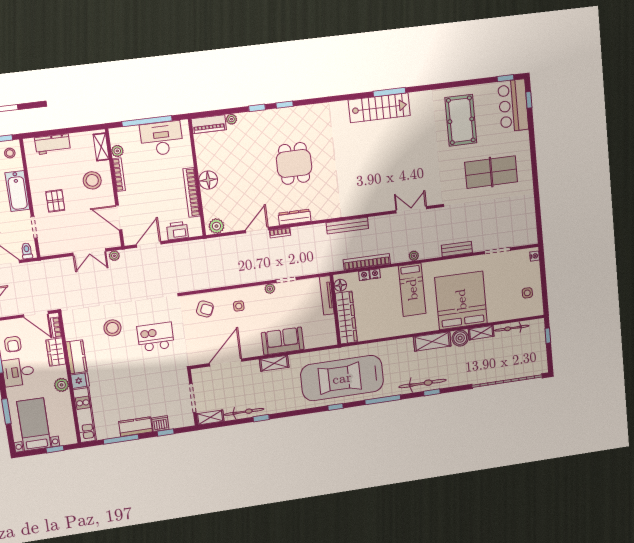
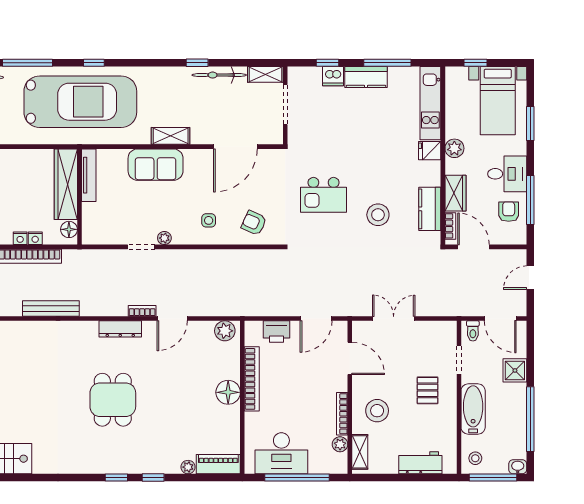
plant: (114, 256) -> (362, 310), removed
tv unit: (327, 295) -> (89, 175), moved
kitchen counter: (76, 357) -> (430, 209), moved

